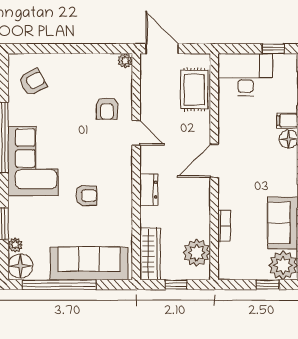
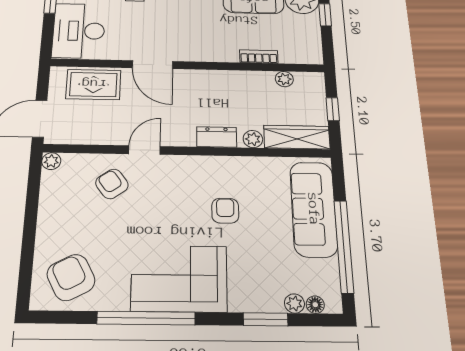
armchair: (33, 82) -> (71, 277), width x1.38, depth x1.38
armchair: (107, 108) -> (112, 184), turned -126
door: (214, 161) -> (153, 65), moved
plant: (148, 219) -> (253, 139), added
plant: (197, 253) -> (284, 79), width x0.53, depth x0.53
floor lamp: (20, 266) -> (315, 305), width x0.53, depth x0.53

